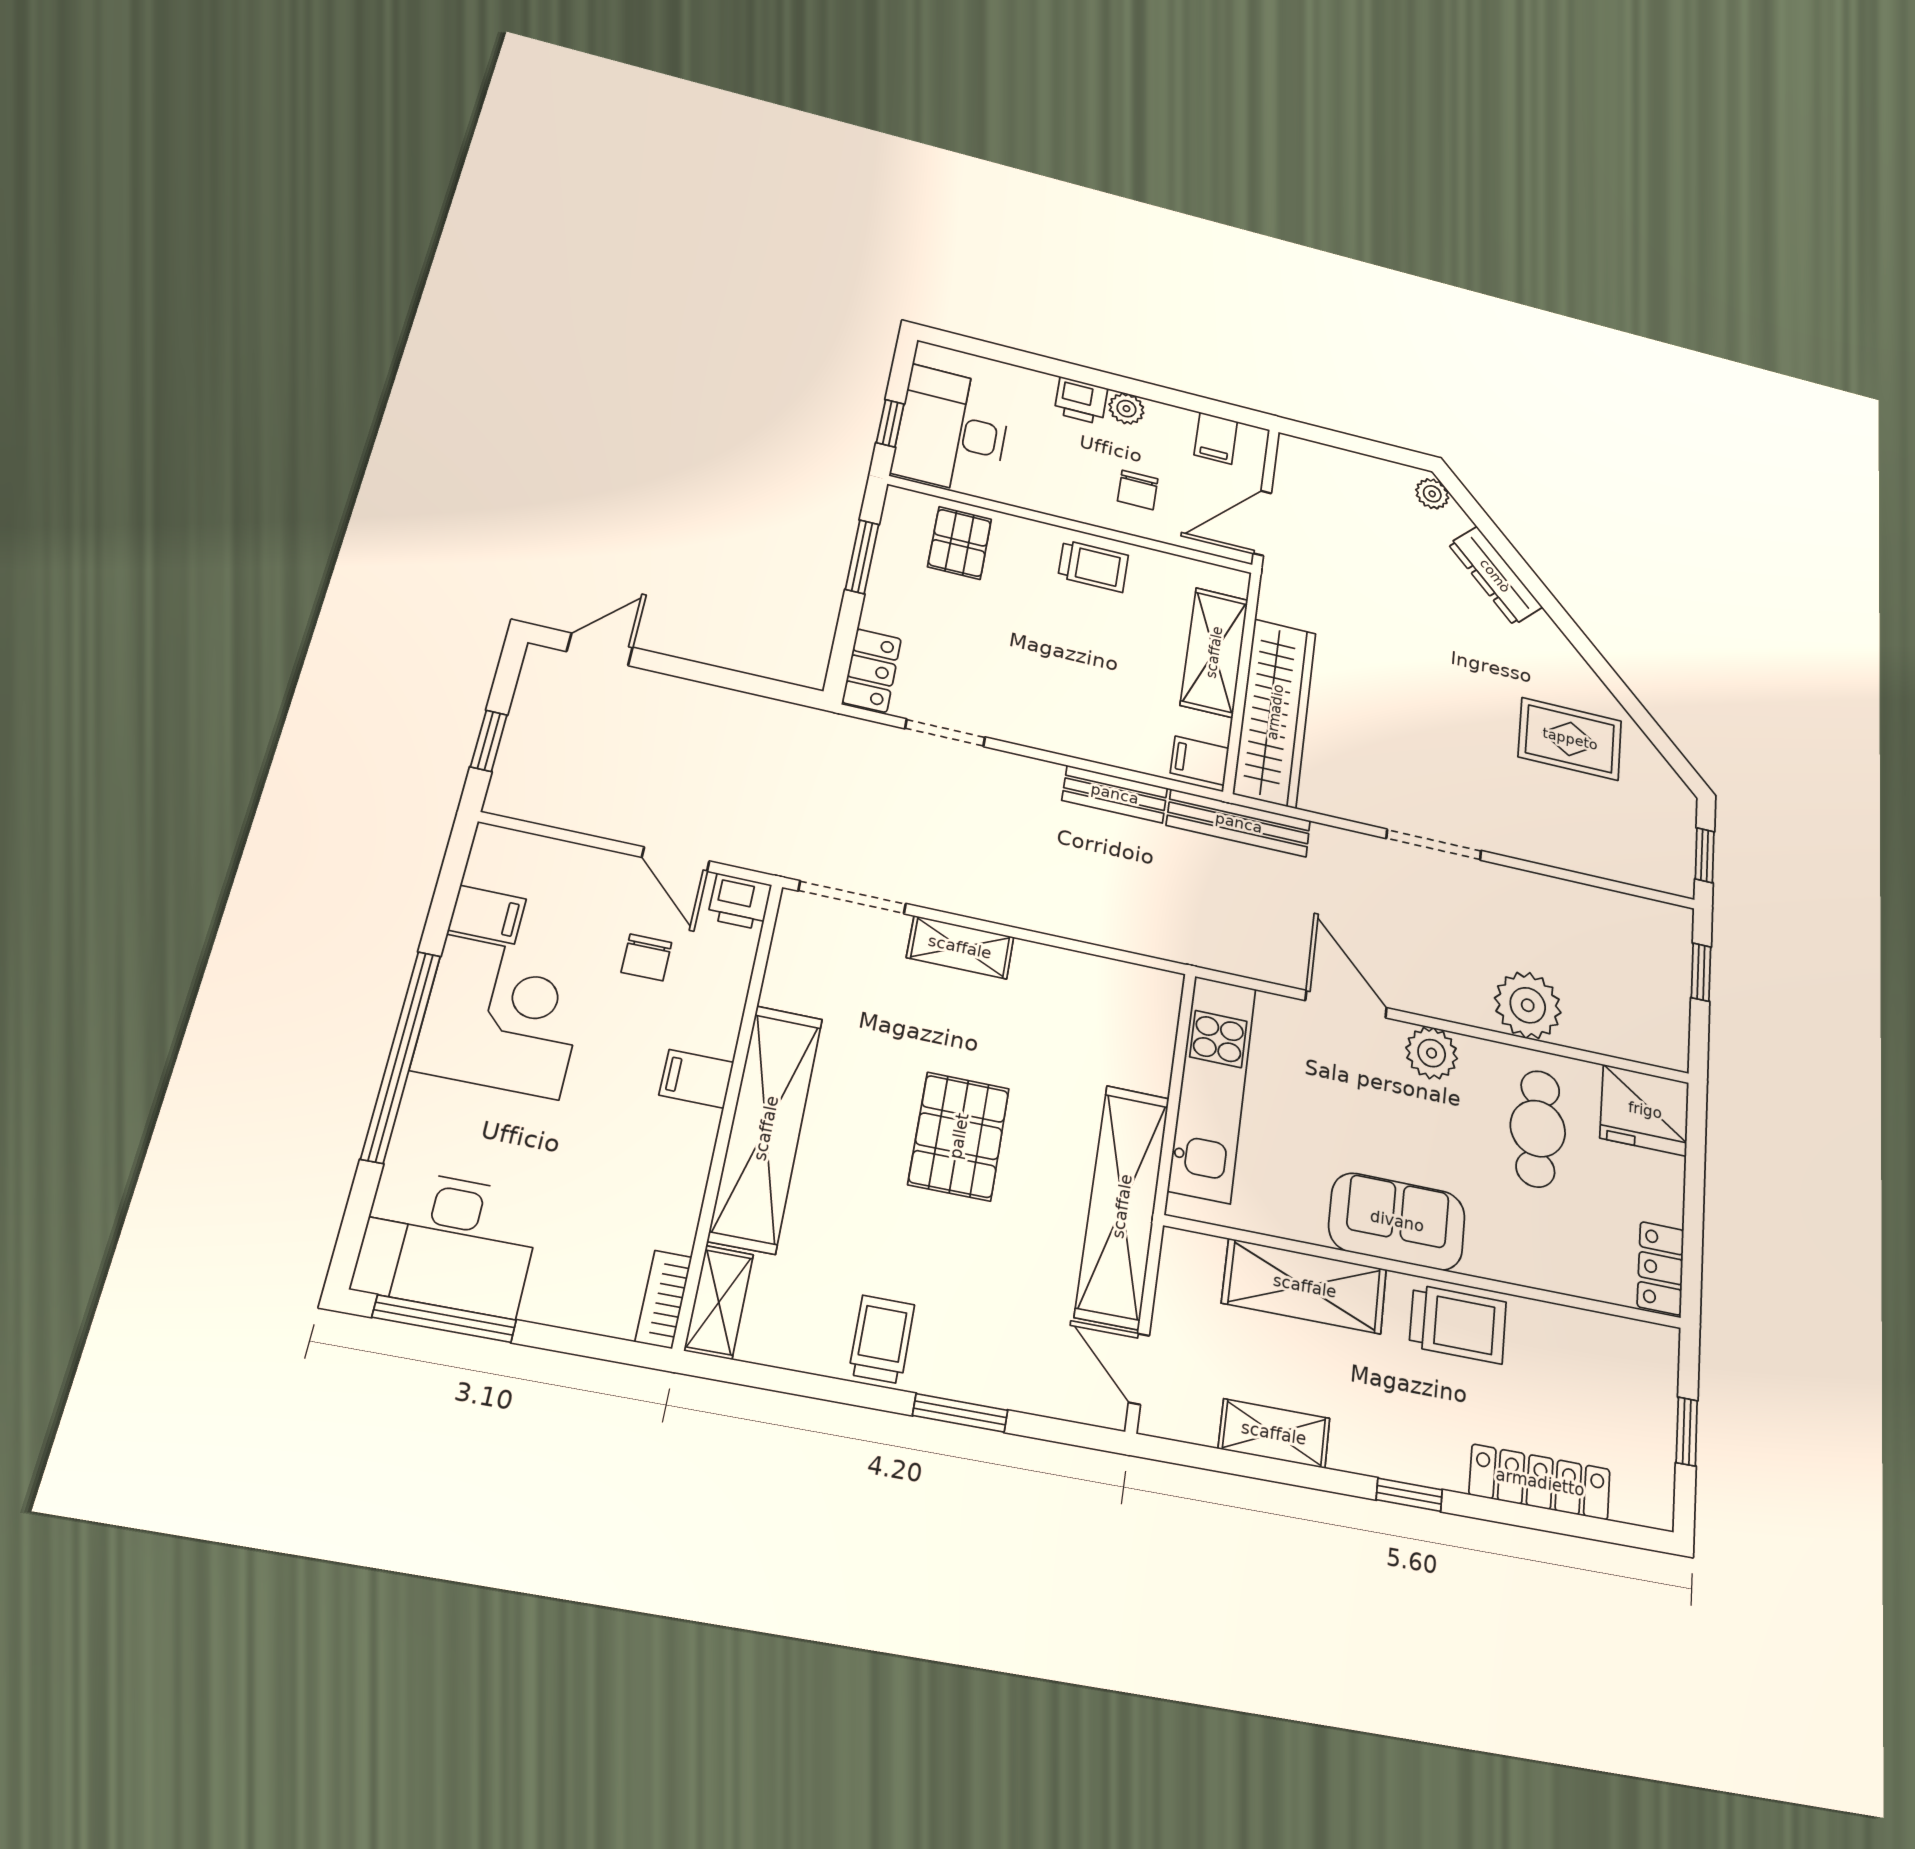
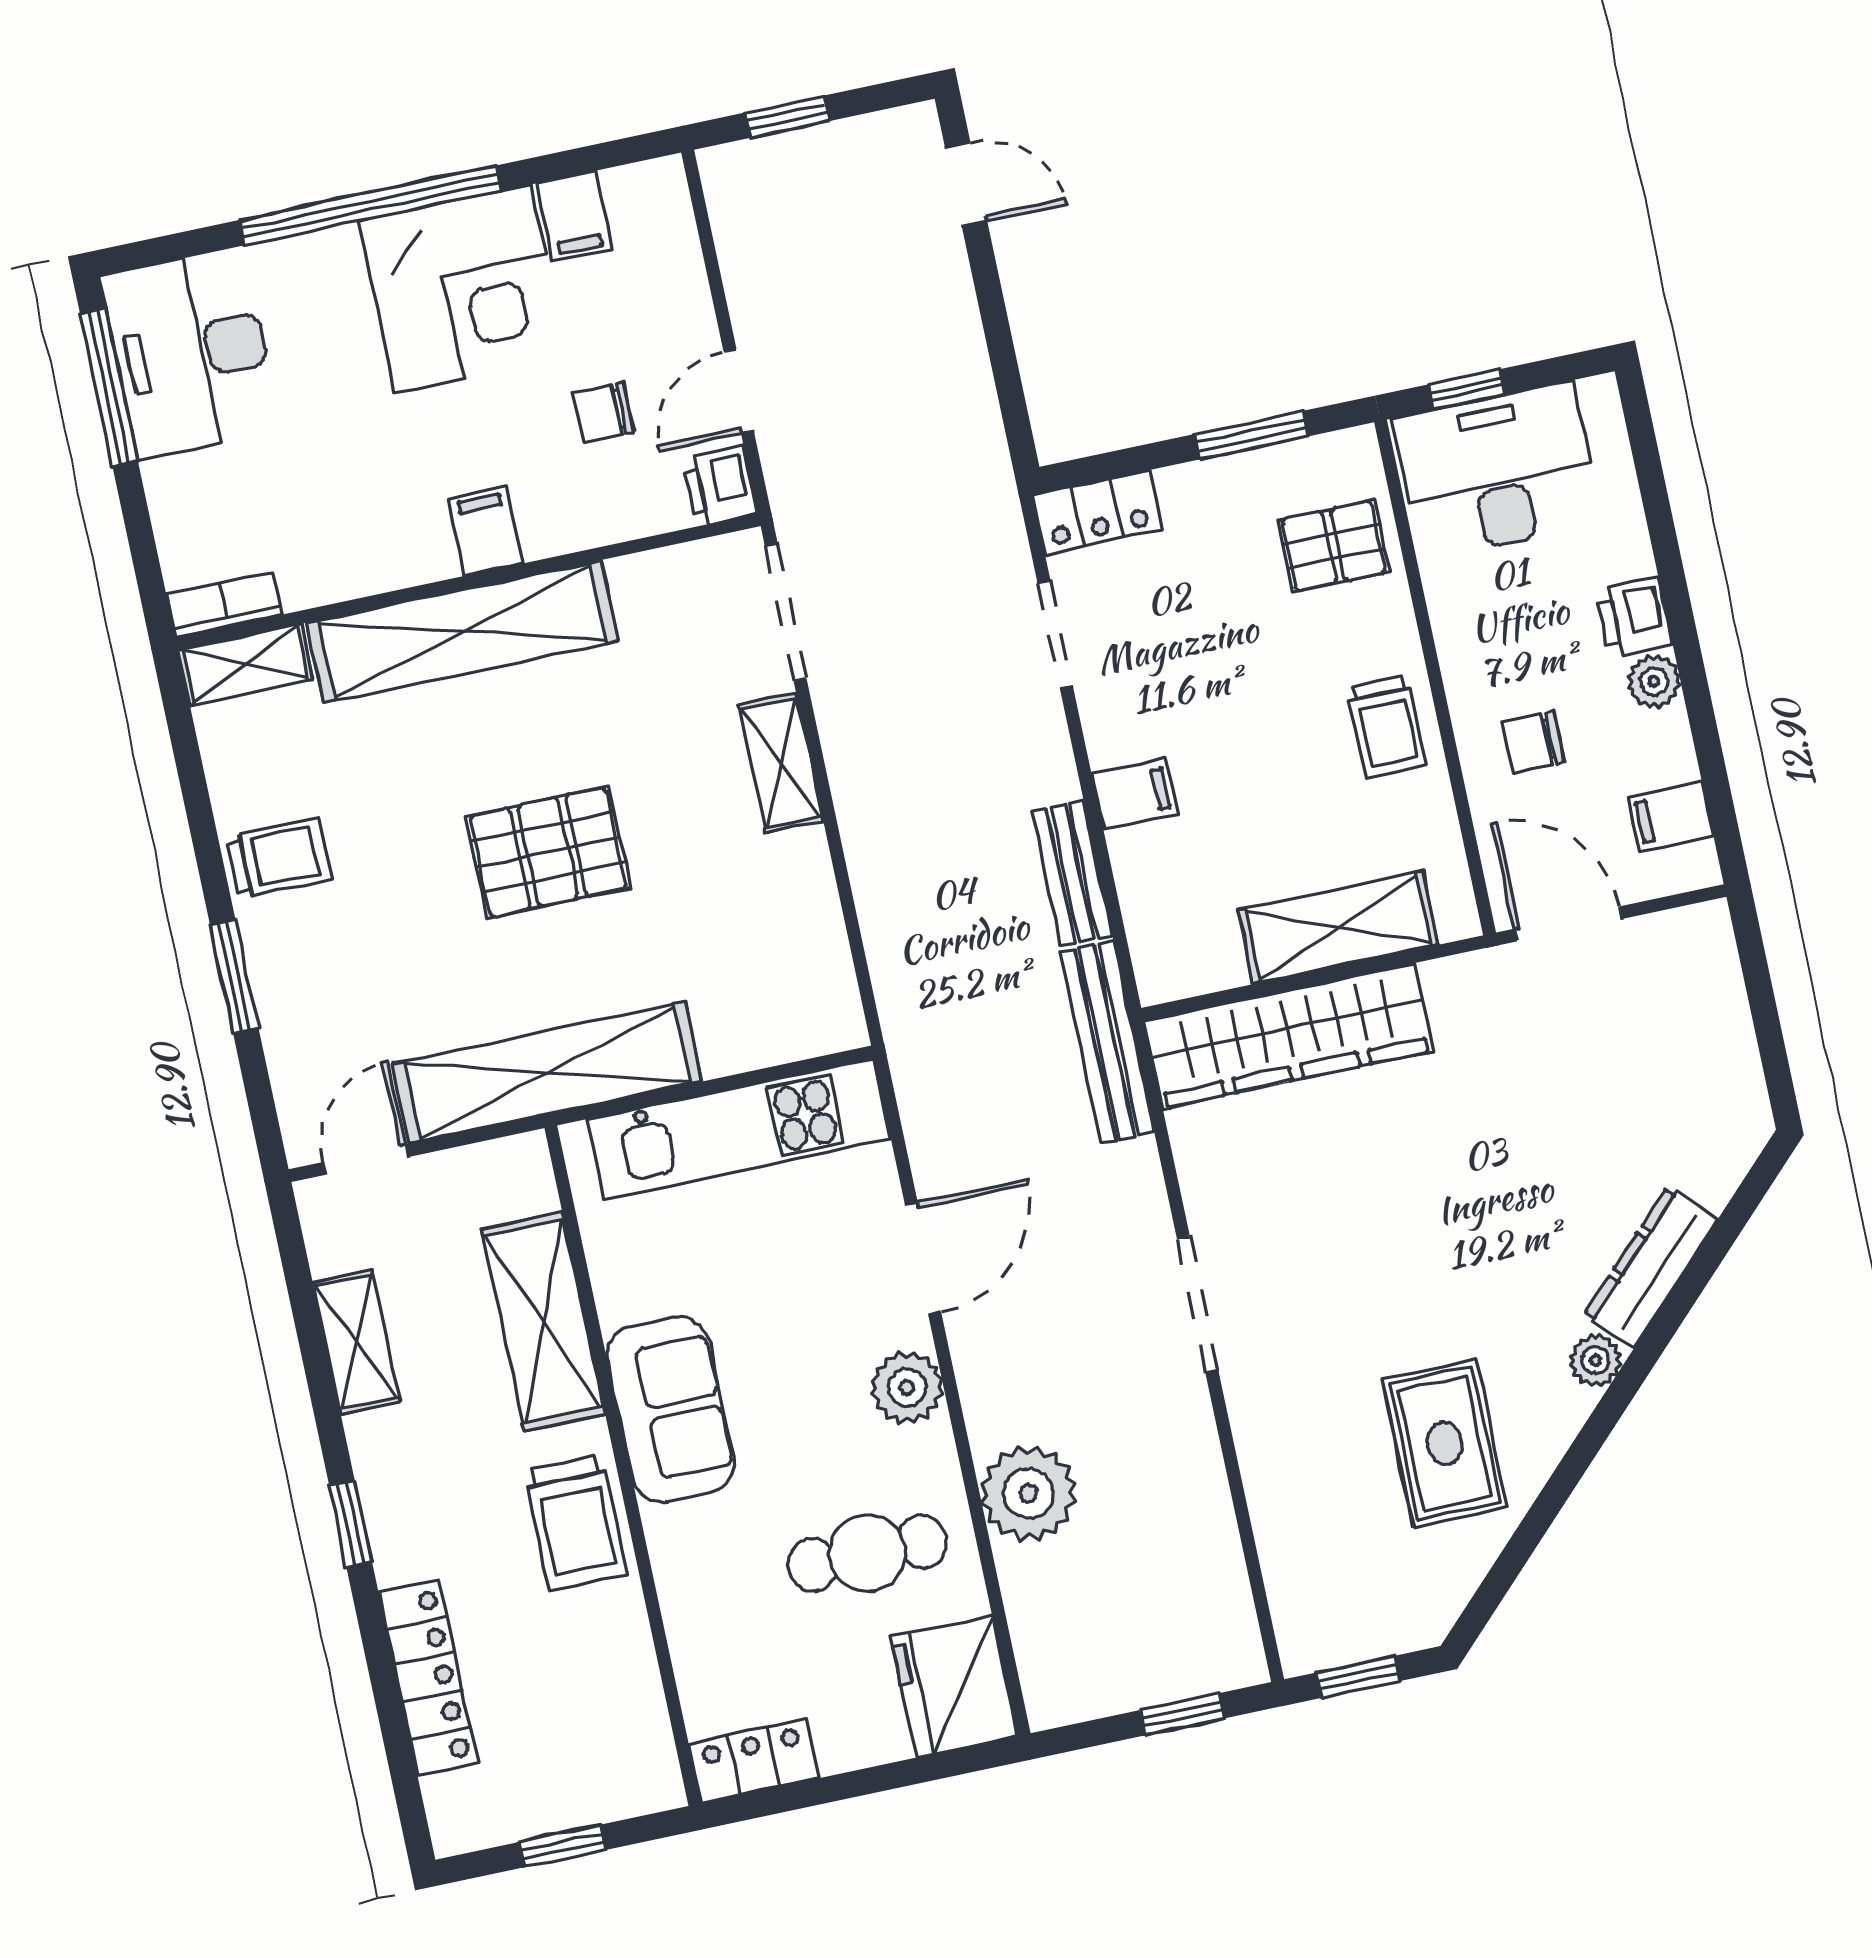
plant: (1432, 494) -> (1595, 1360), moved
filing cabinet: (1200, 761) -> (1135, 794), moved, turned 90

